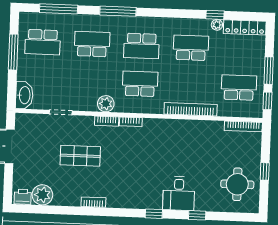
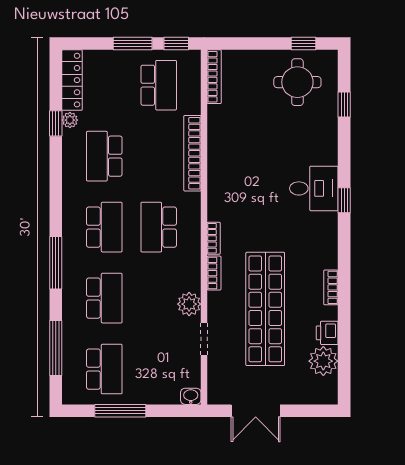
school desk: (92, 44) -> (104, 298), turned 180
school desk: (239, 88) -> (159, 85), turned 180
washbasin: (24, 95) -> (191, 396), width x0.52, depth x0.69
plant: (106, 104) -> (189, 304), moved
shop shelf: (80, 156) -> (265, 309), width x2.00, depth x1.36
window: (265, 171) -> (303, 43), moved
desk: (179, 193) -> (314, 188), moved
printer: (23, 197) -> (327, 333), moved
window: (197, 215) -> (344, 104), moved

